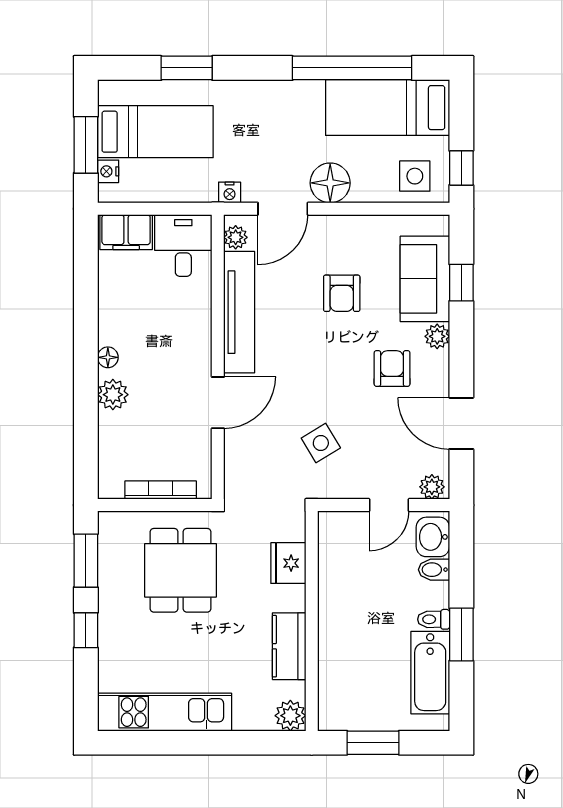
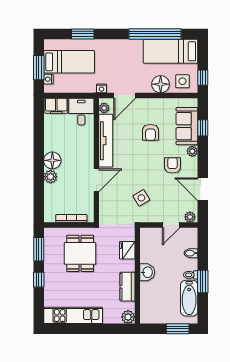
floor lamp: (330, 183) -> (161, 84), moved
floor lamp: (108, 357) -> (52, 160), width x1.89, depth x1.89
washbasin: (433, 537) -> (147, 272), moved, turned 180
window: (373, 743) -> (178, 329), moved

